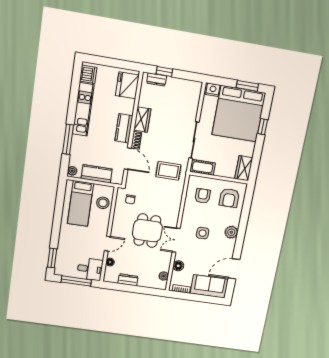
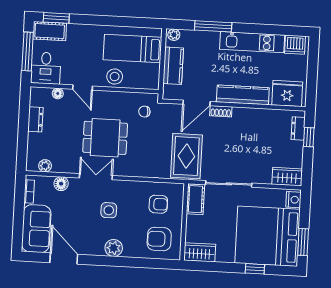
wardrobe: (142, 120) -> (287, 177), moved, turned 180
kitchen counter: (124, 128) -> (243, 95), width x1.50
rug: (168, 171) -> (186, 156), width x1.36, depth x1.43
stool: (103, 203) -> (115, 77), moved
cot: (62, 264) -> (50, 31), added

